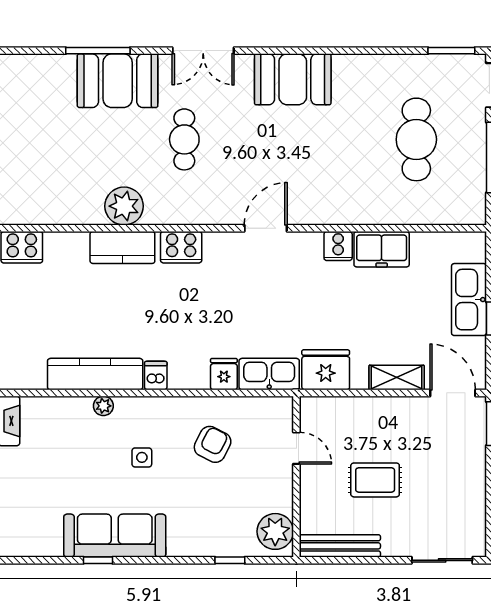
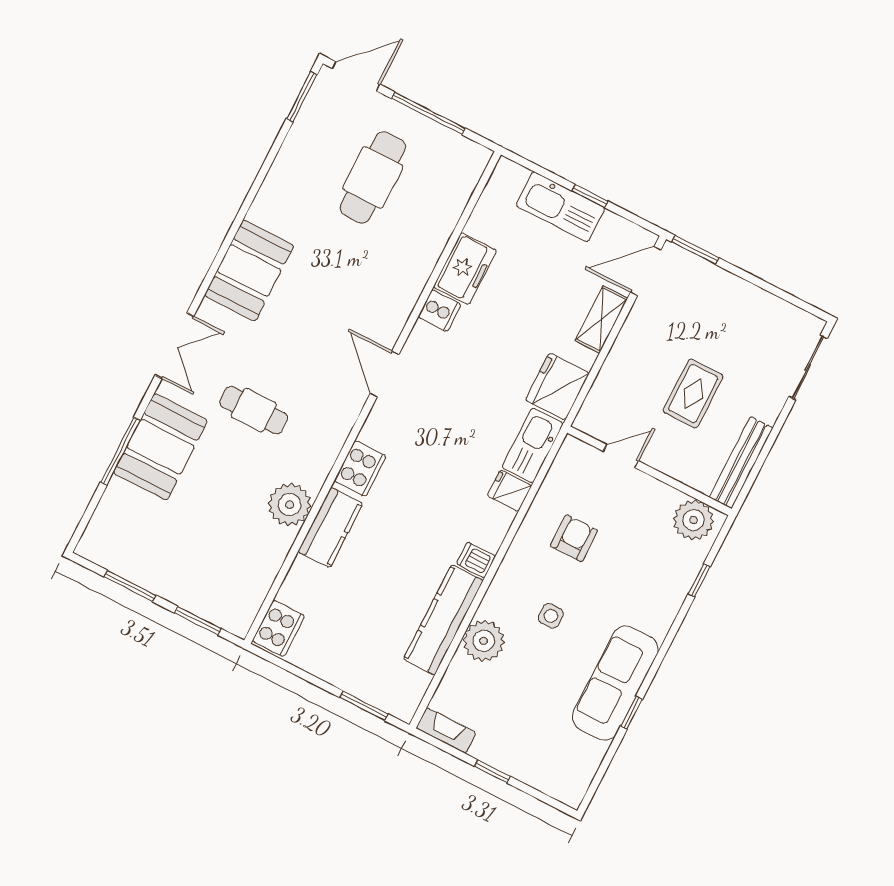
cafe table: (416, 139) -> (373, 177), turned 90
plant: (103, 406) -> (484, 641), width x1.87, depth x1.87
armchair: (213, 444) -> (574, 538), turned 63

